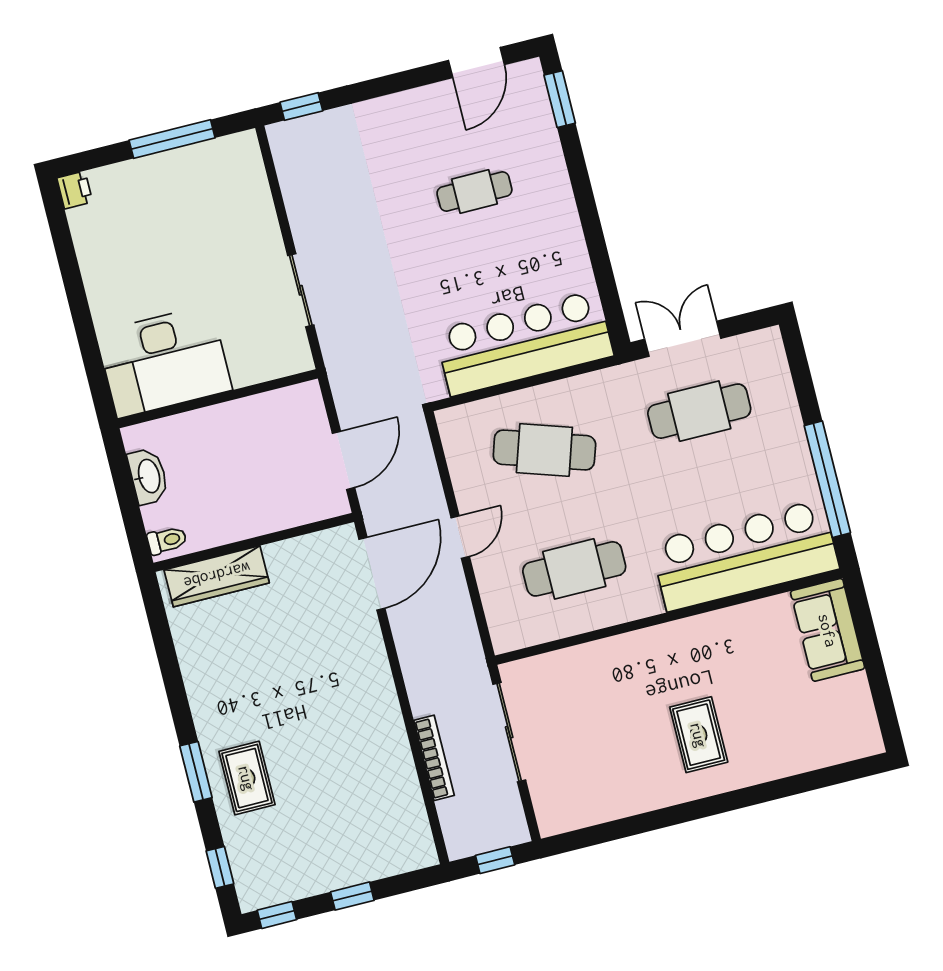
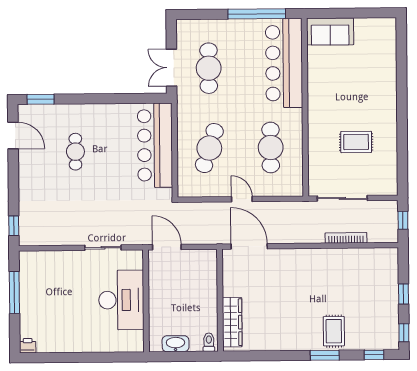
desk: (164, 361) -> (121, 300), moved
door: (344, 460) -> (167, 247), moved
rug: (699, 735) -> (356, 142), moved
rug: (247, 778) -> (334, 331), turned 90

